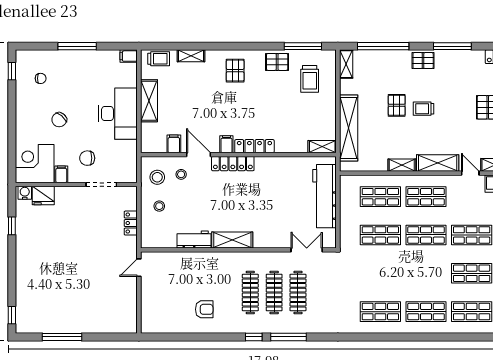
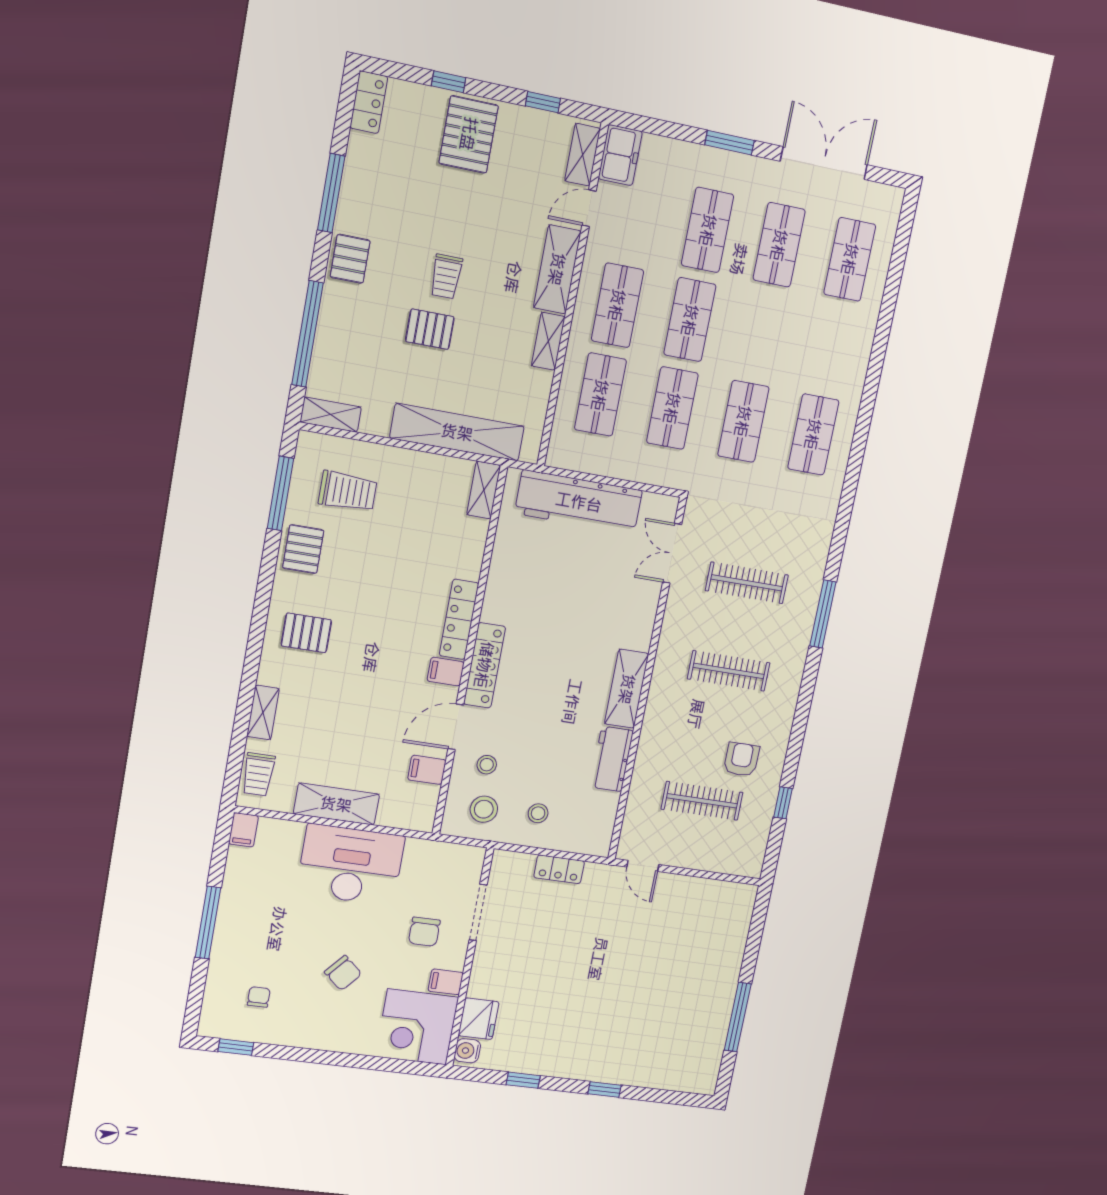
trolley: (159, 59) -> (258, 774), turned 180
clothes rail: (274, 293) -> (702, 801), moved
shop shelf: (426, 312) -> (743, 421), moved
window: (12, 315) -> (605, 1090), moved
window: (254, 337) -> (783, 803), moved

